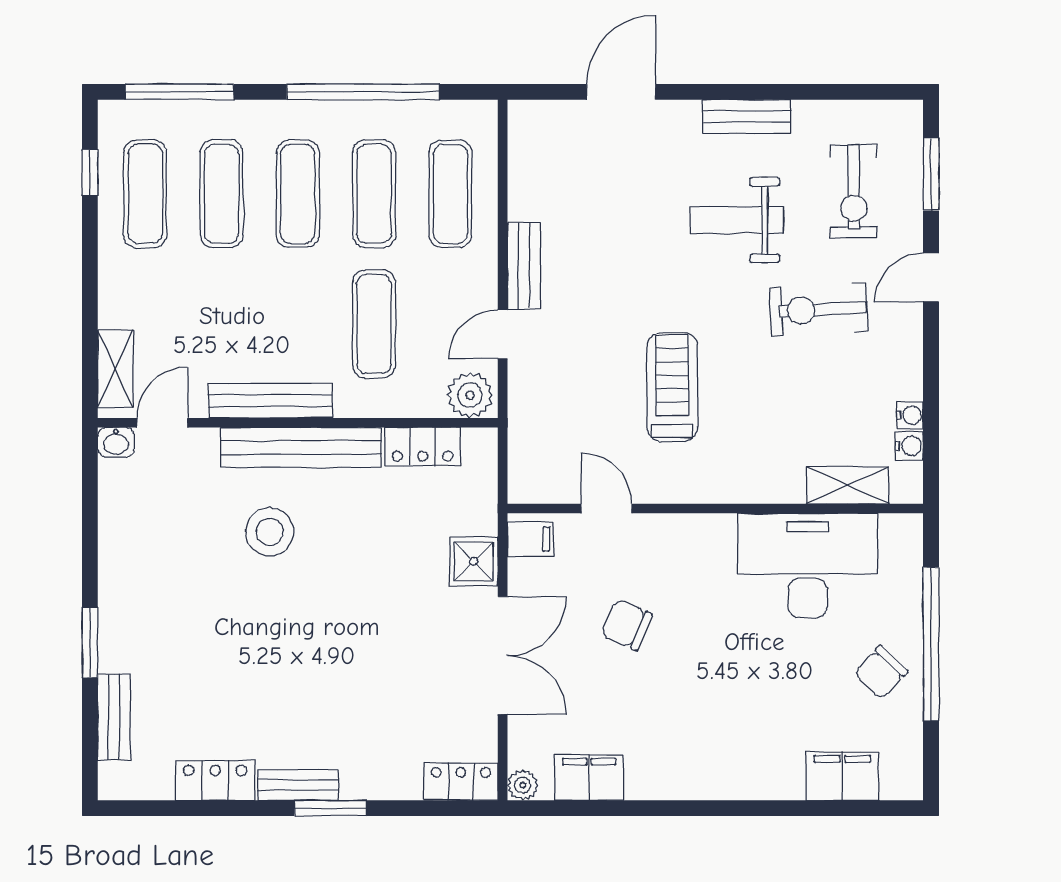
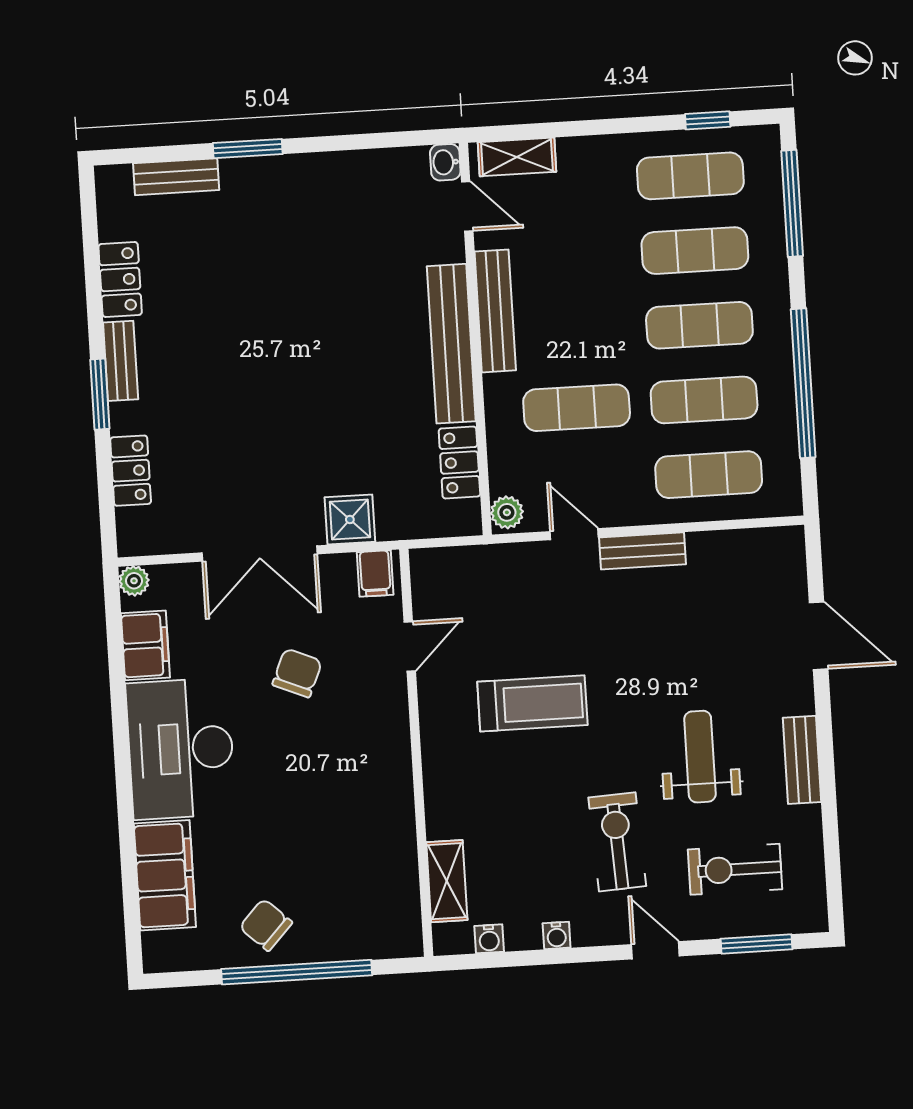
plant: (470, 395) -> (507, 512), width x0.73, depth x0.73
water cooler: (910, 415) -> (557, 935), moved
stool: (270, 532) -> (367, 318), removed
desk: (808, 566) -> (181, 749), moved, turned 180
filing cabinet: (842, 776) -> (165, 875), width x1.50, depth x1.17
locker: (461, 782) -> (131, 471), moved

